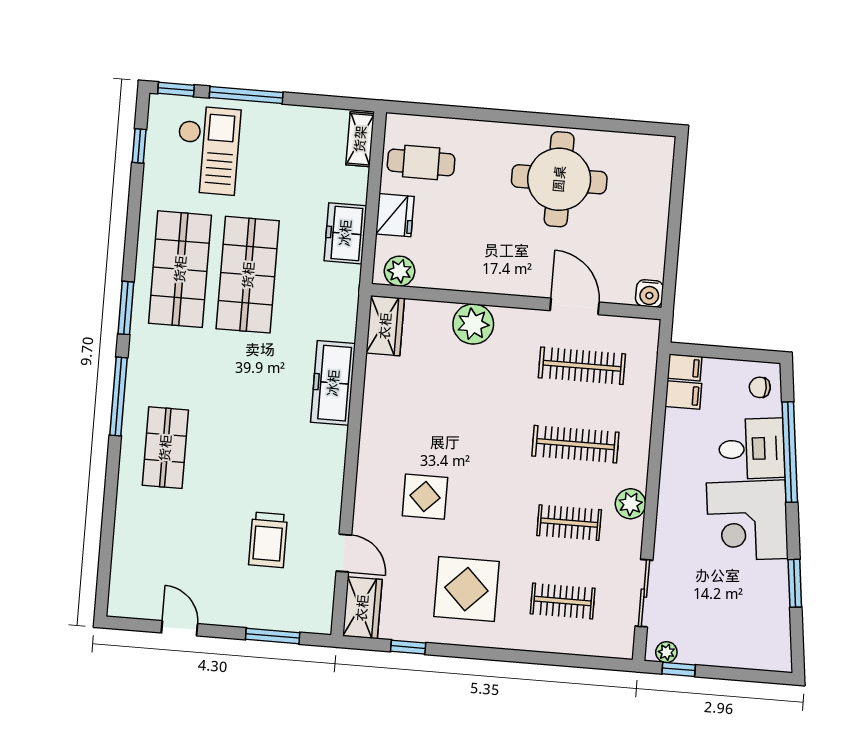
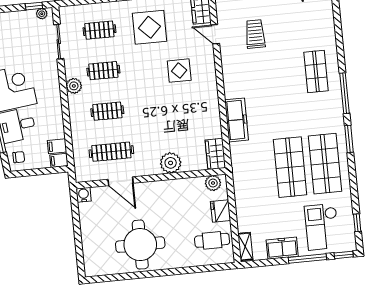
freezer: (345, 233) -> (282, 248), moved, turned -90
clothes rail: (575, 444) -> (107, 111), width x0.73

